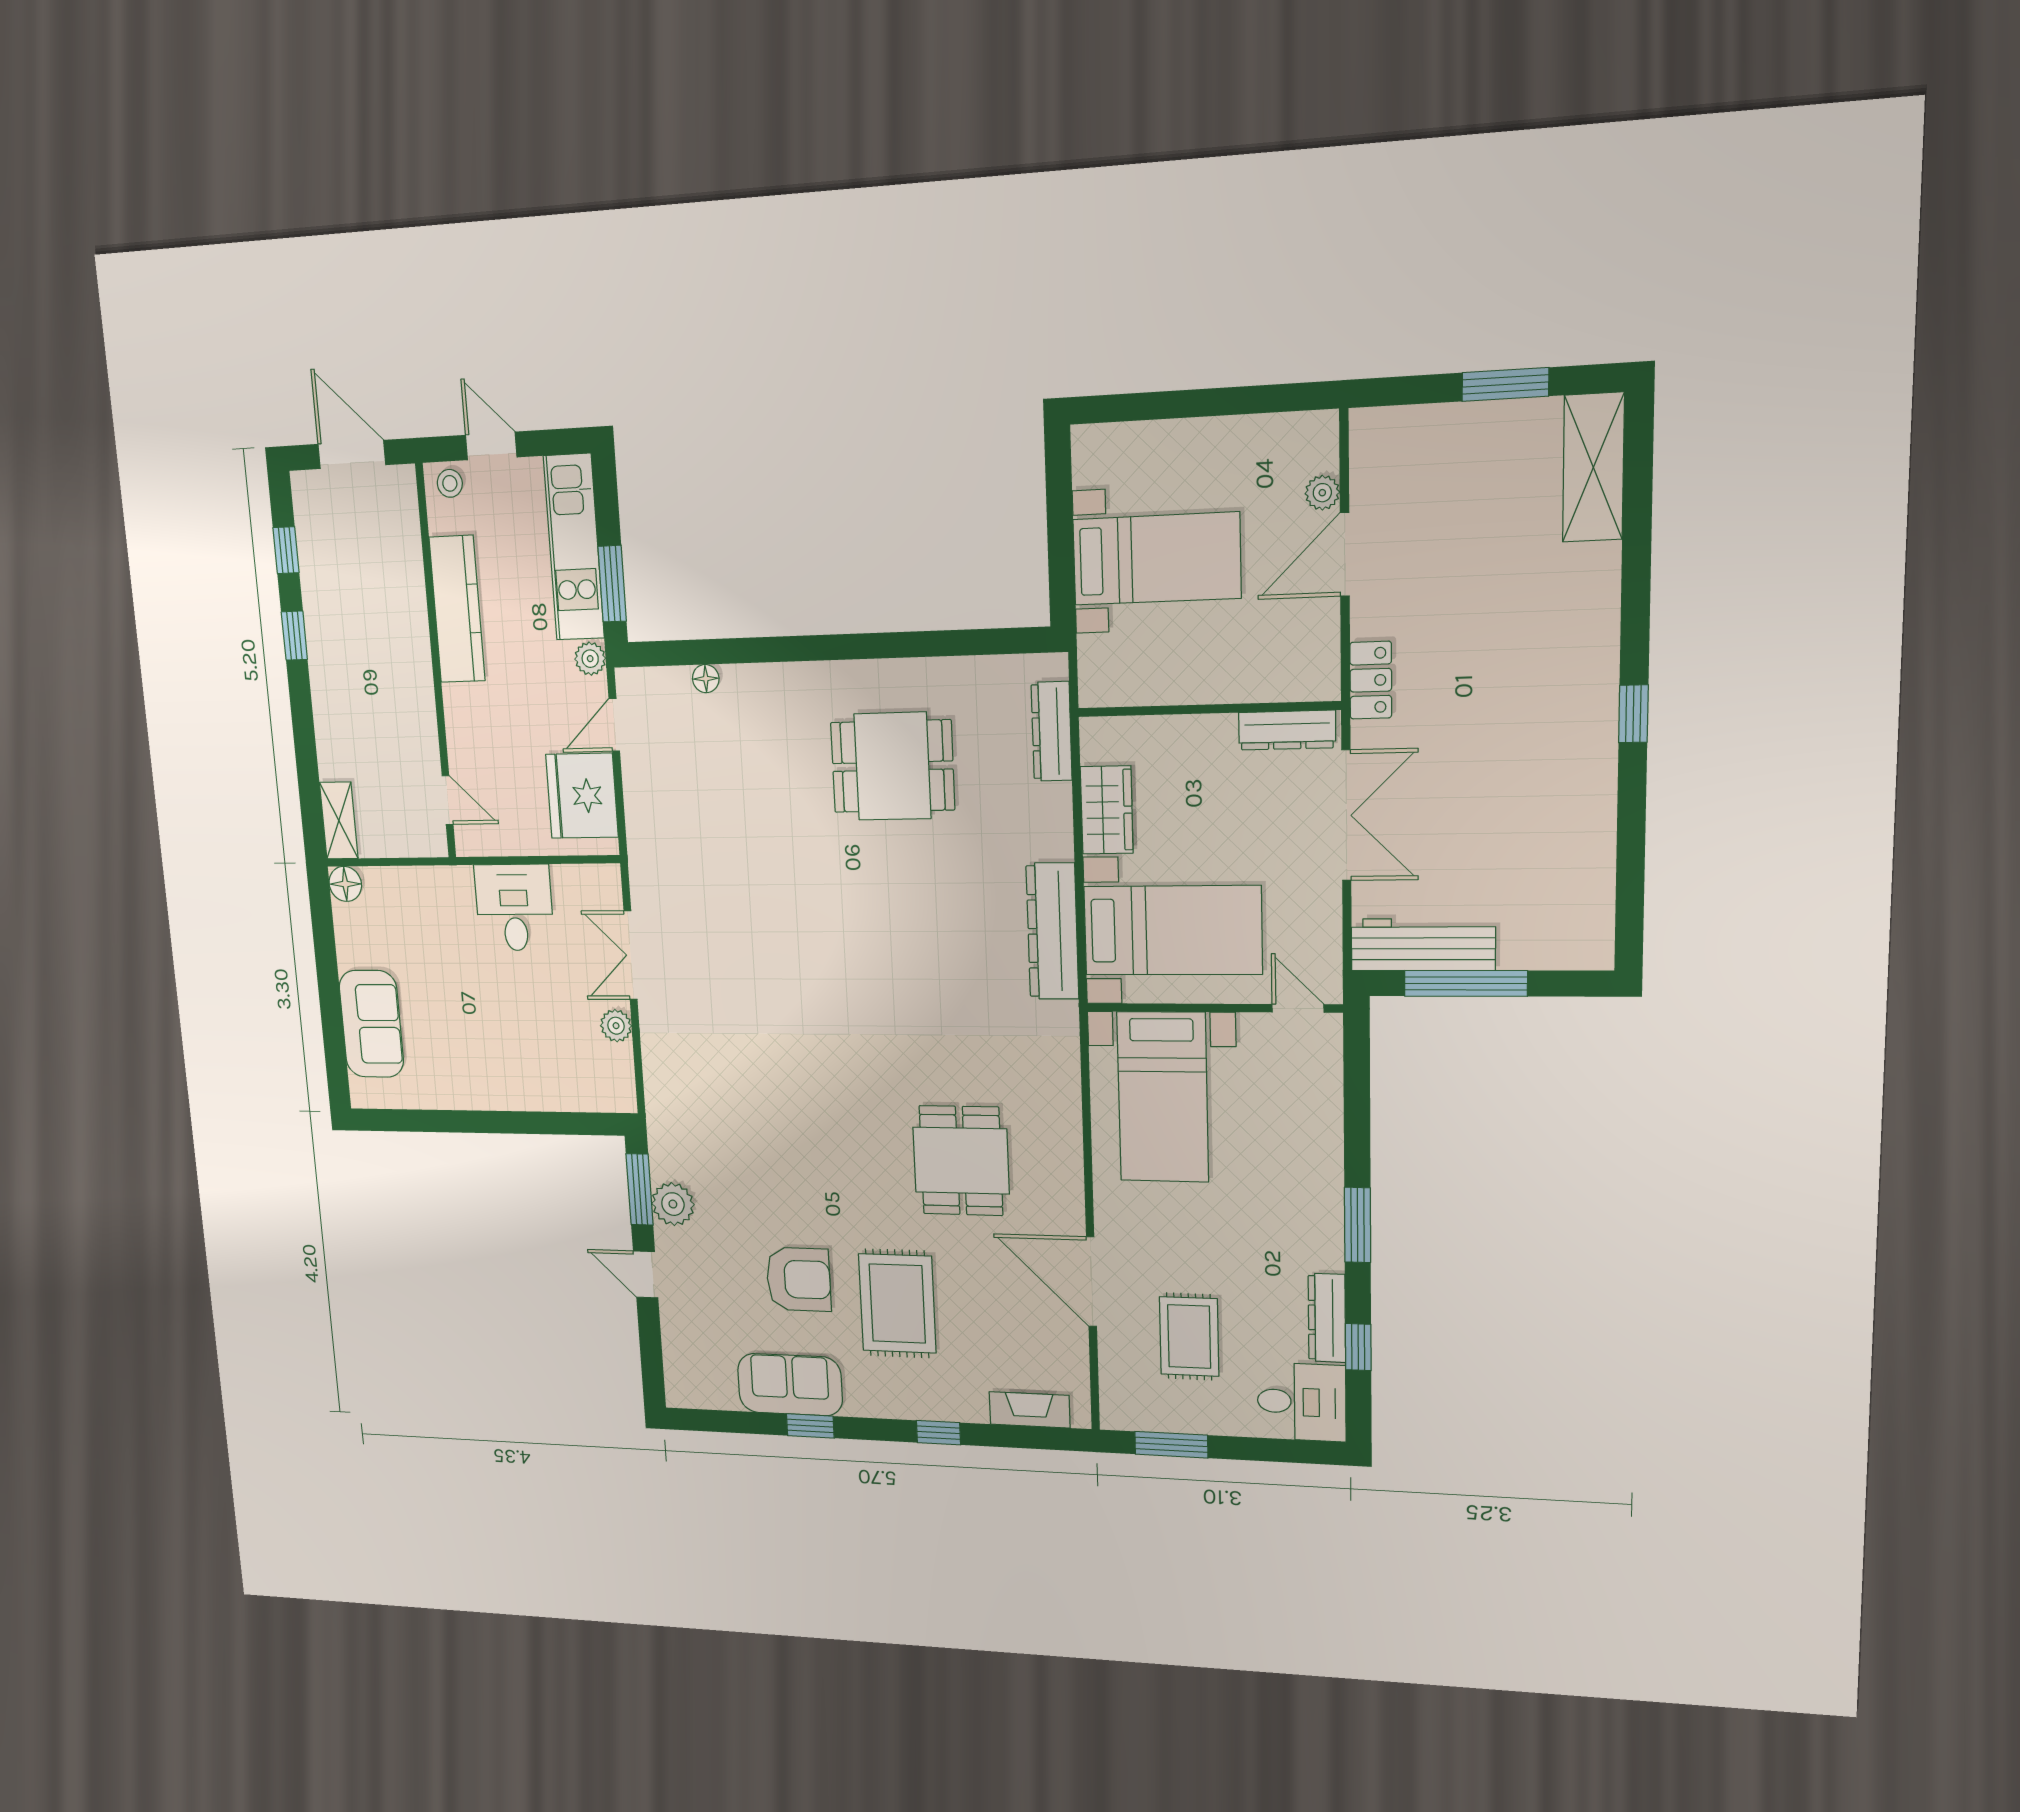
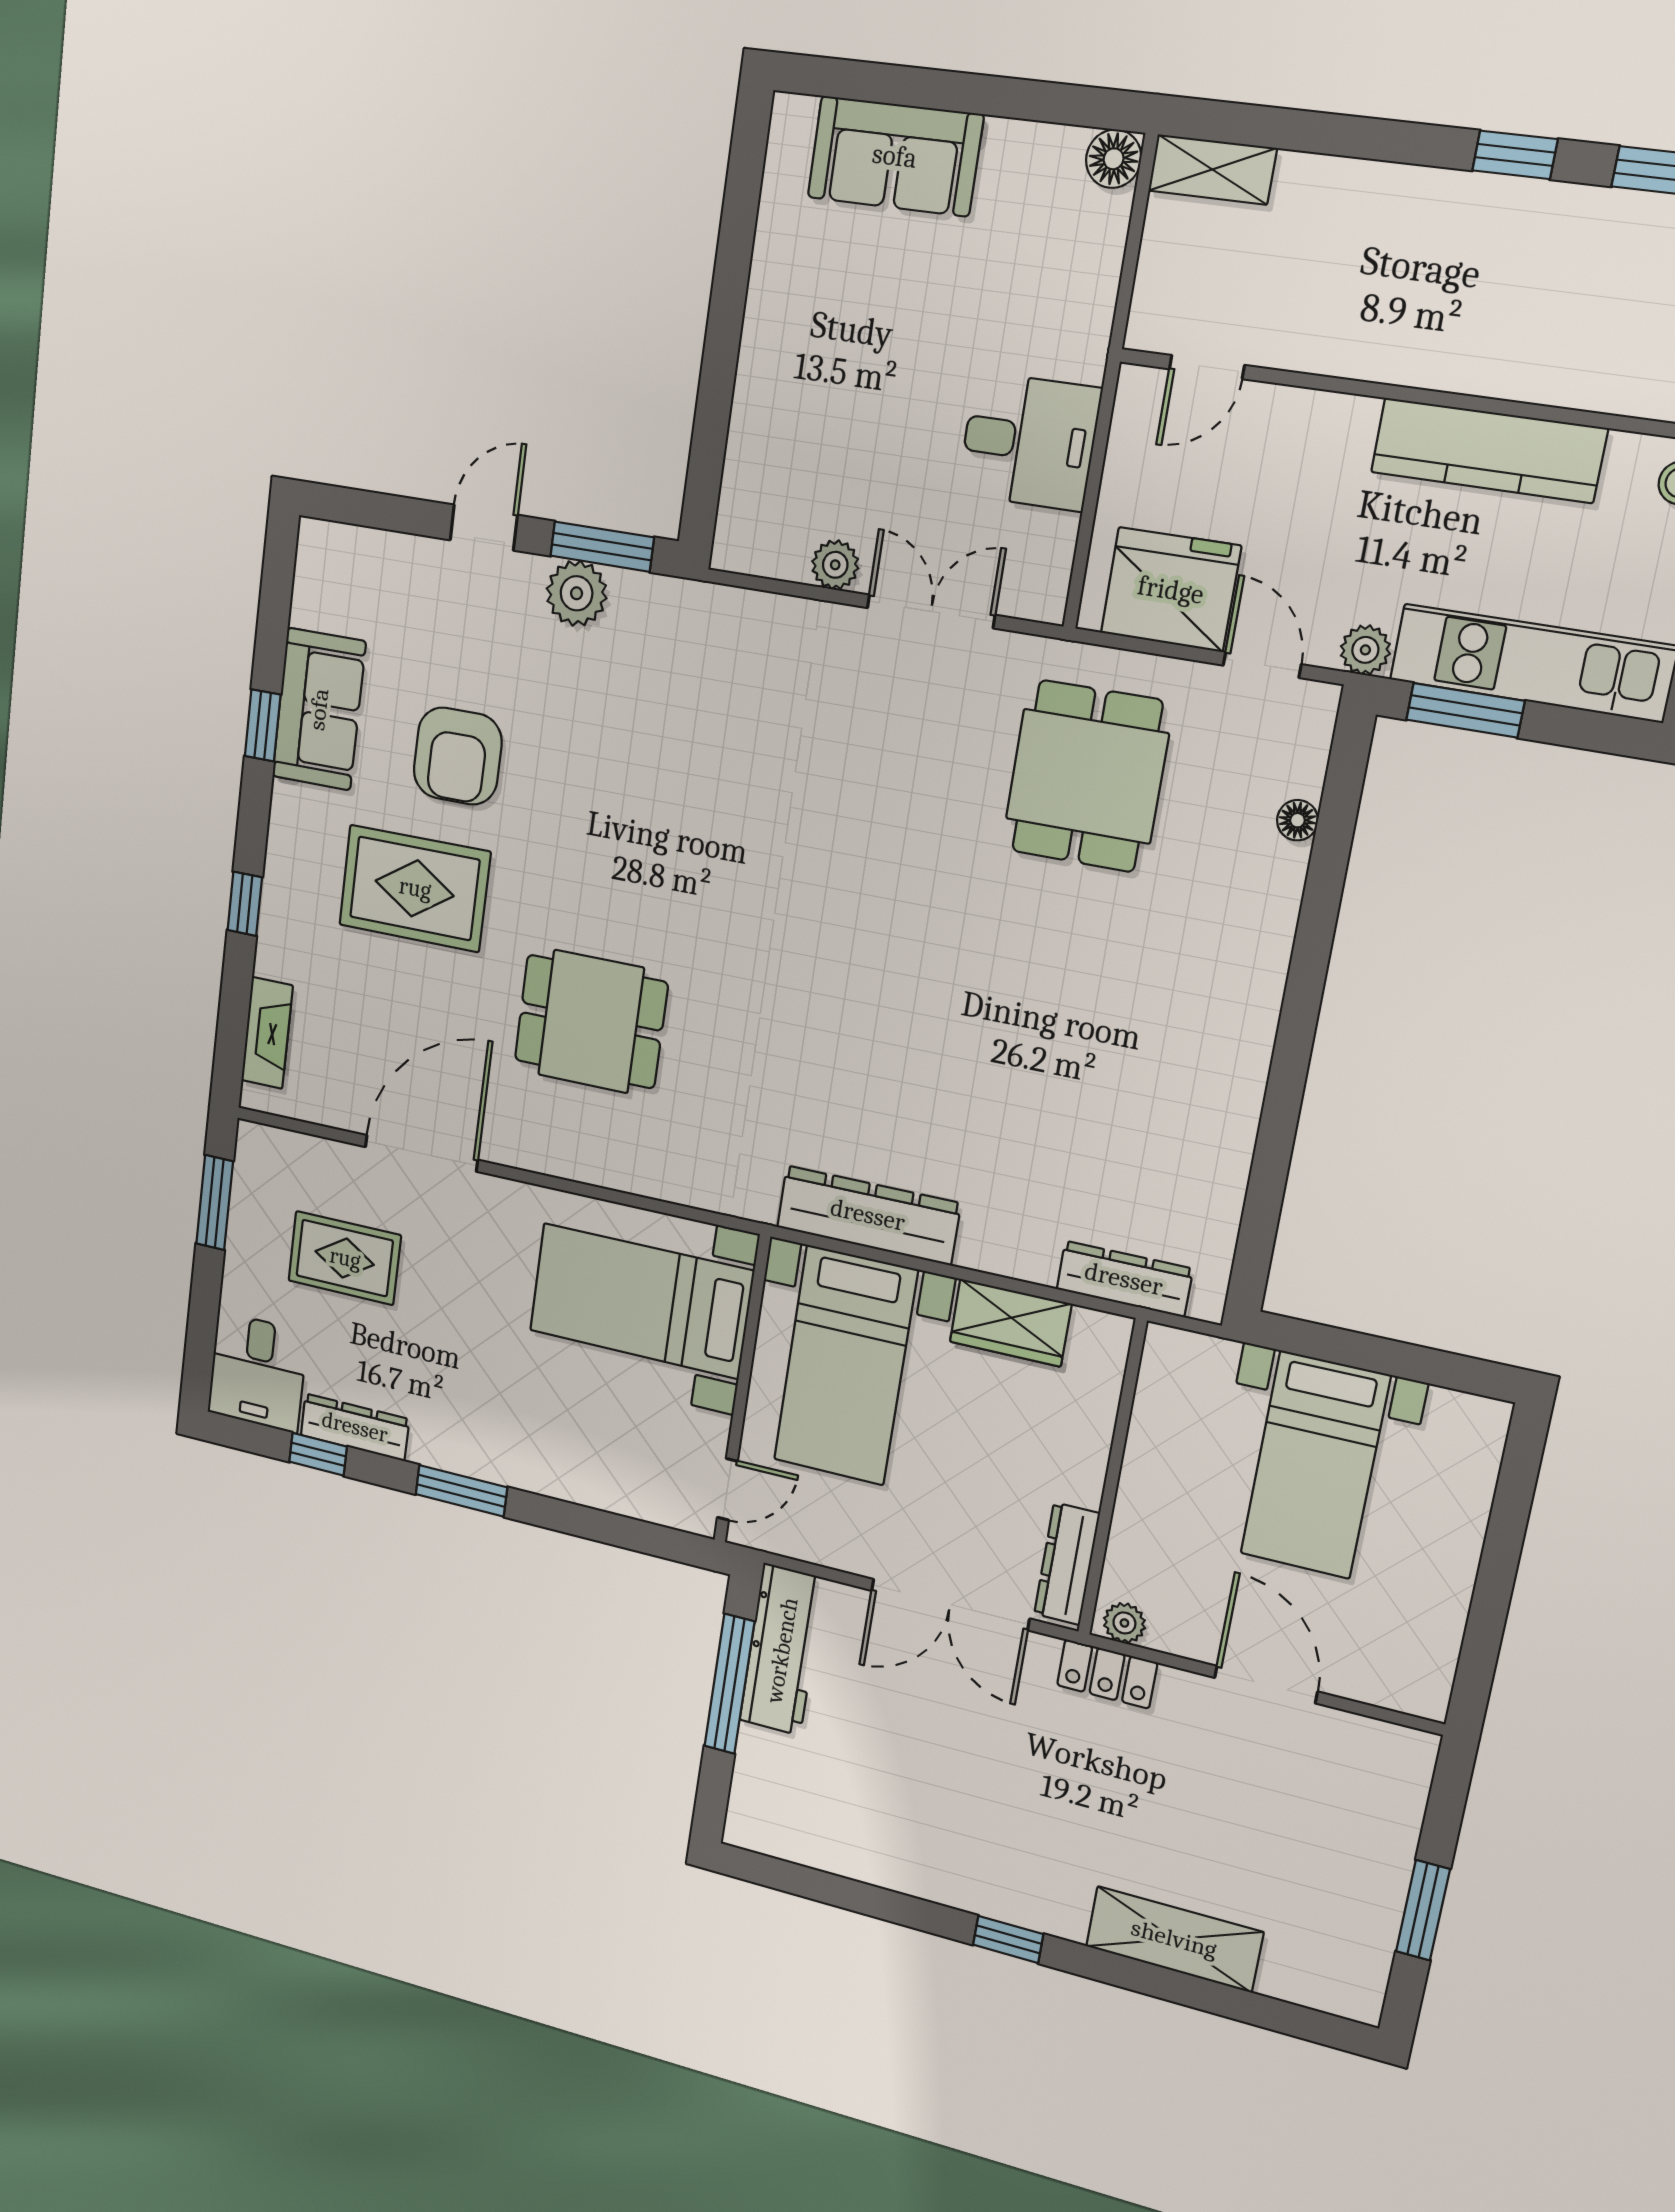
shelving: (1593, 467) -> (1174, 1939), moved
plant: (1322, 493) -> (1124, 1623), moved
dining table: (893, 766) -> (1087, 776), moved

